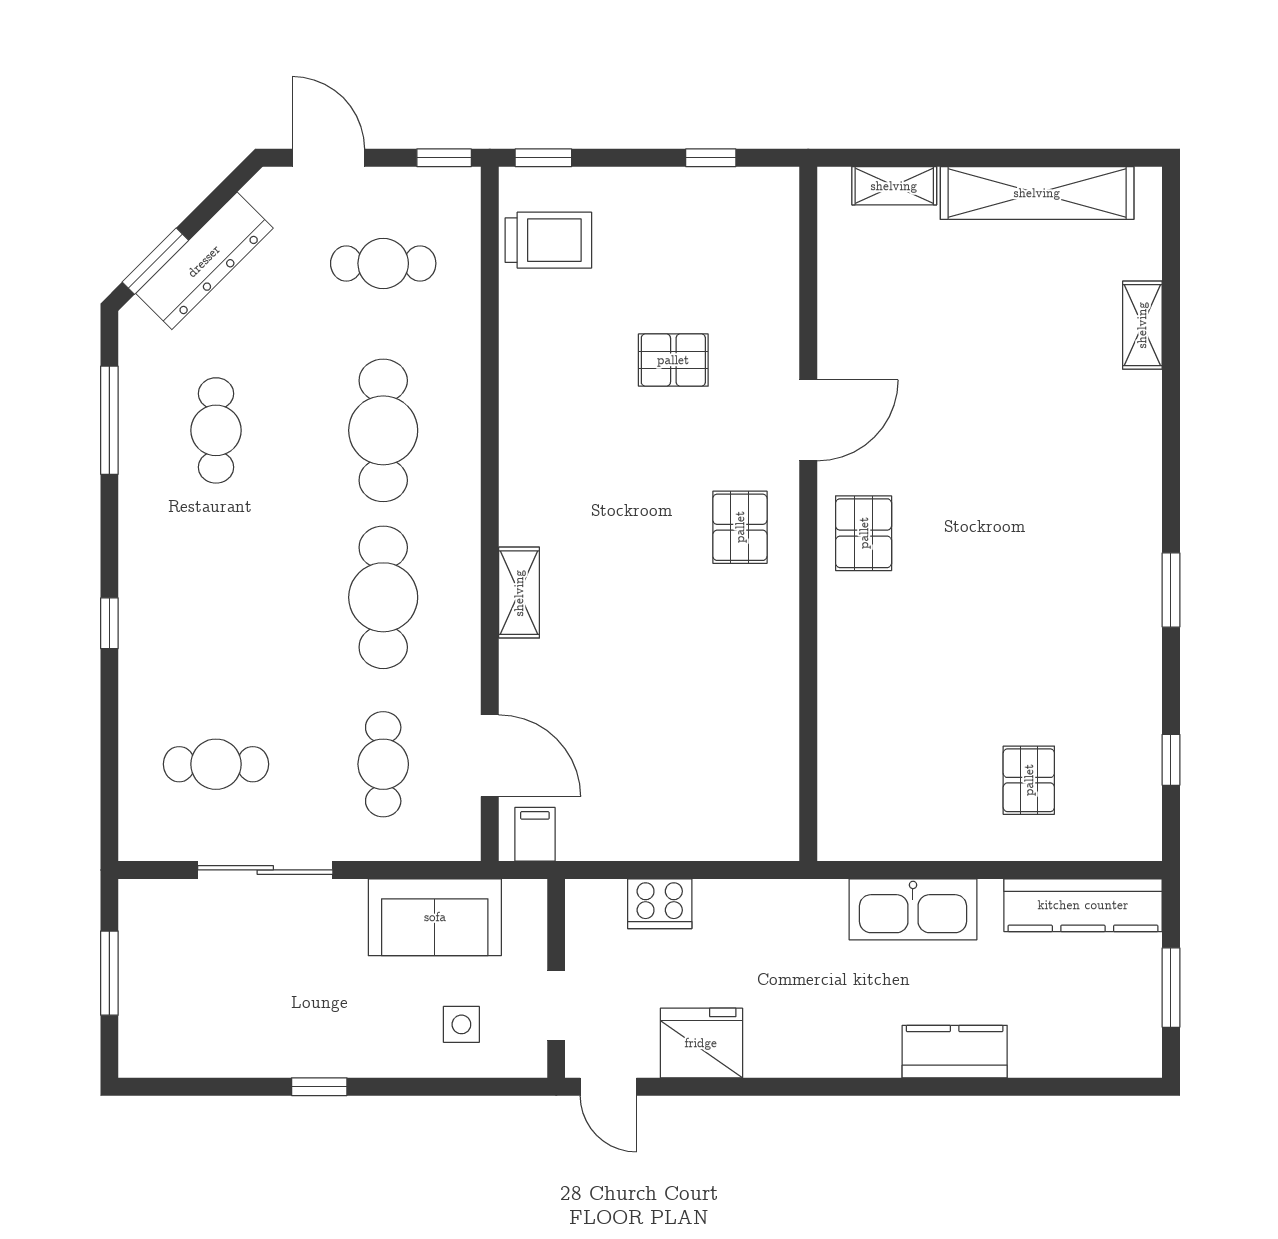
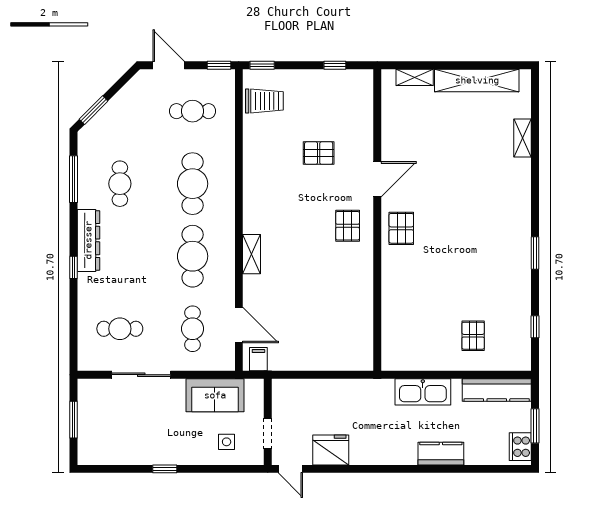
dresser: (204, 261) -> (88, 240), moved, turned -45
cooker: (660, 904) -> (520, 447), moved, turned 90

